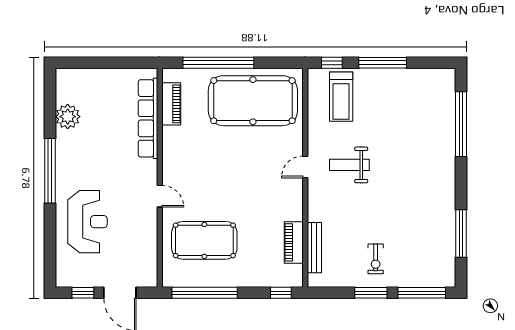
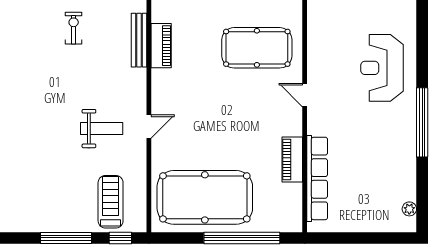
piano: (171, 104) -> (292, 159), moved
plant: (68, 117) -> (409, 209), moved, width x0.53, depth x0.53

